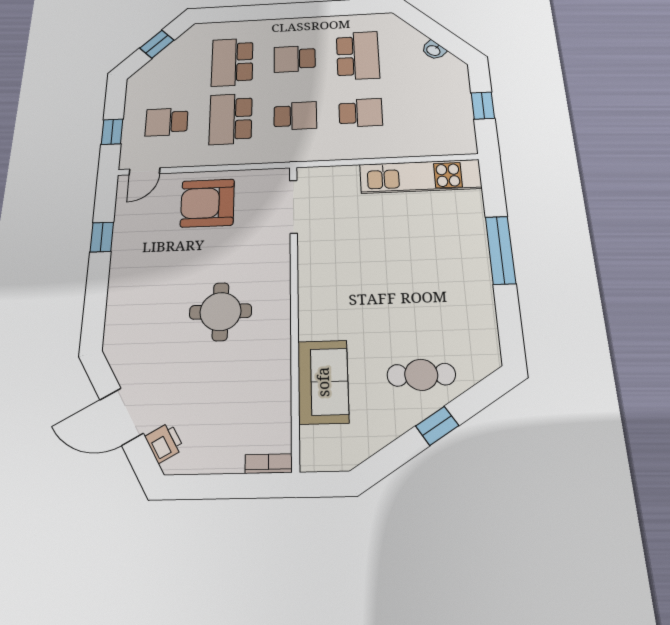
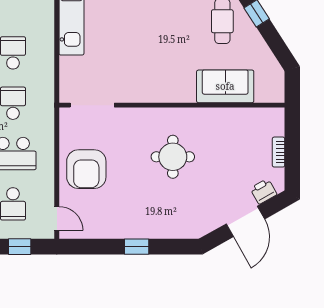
window: (102, 237) -> (137, 247), moved
bookcase: (269, 464) -> (279, 152), moved

